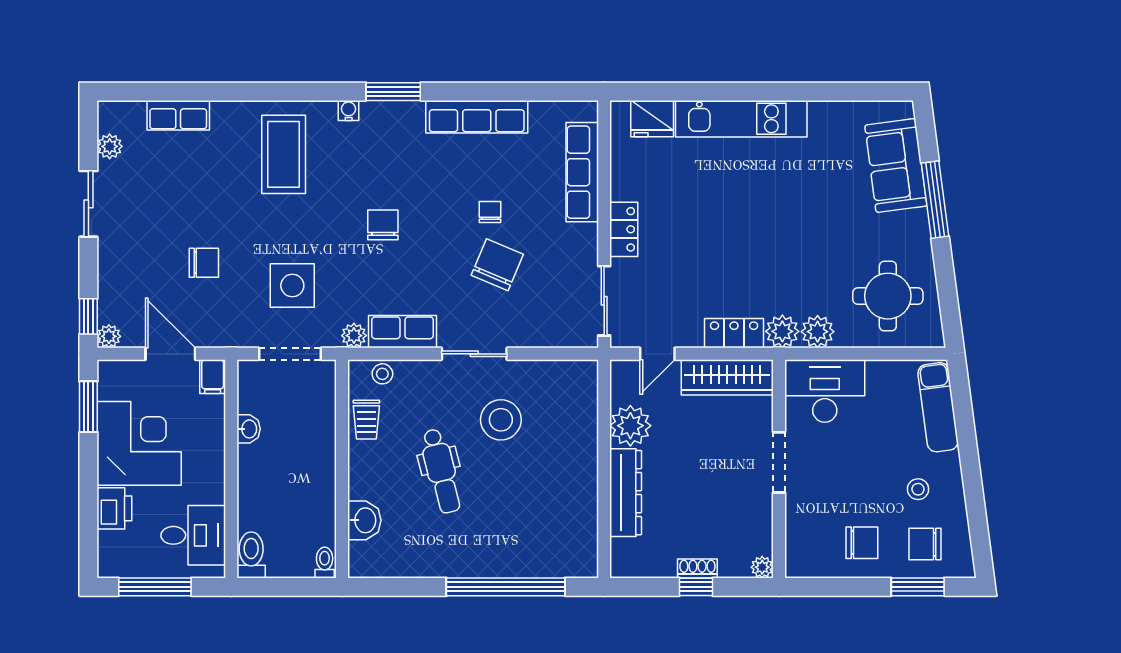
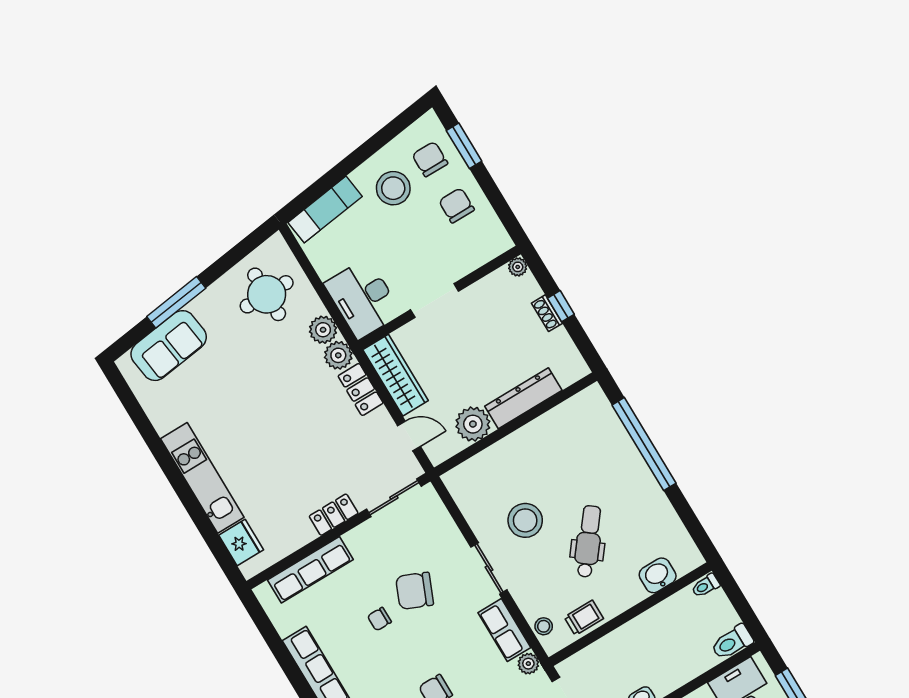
dental chair: (441, 471) -> (588, 541), turned -38
stool: (918, 489) -> (393, 188), width x1.89, depth x1.89
chair: (925, 544) -> (430, 159), turned 180

